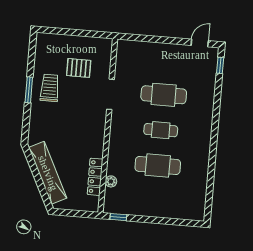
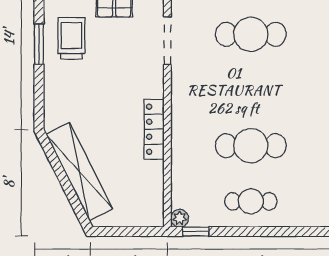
cafe table: (161, 130) -> (251, 201), moved
locker: (95, 177) -> (154, 129), moved
plant: (111, 181) -> (180, 218), moved

